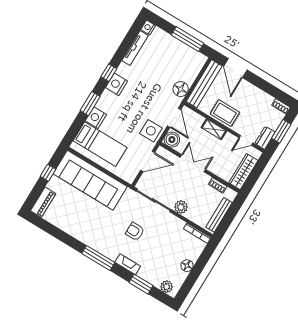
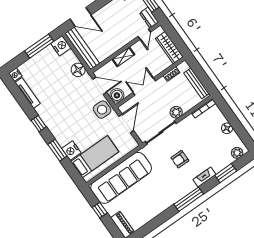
nightstand: (117, 84) -> (61, 46), moved, turned 180
rug: (225, 113) -> (114, 42), removed

